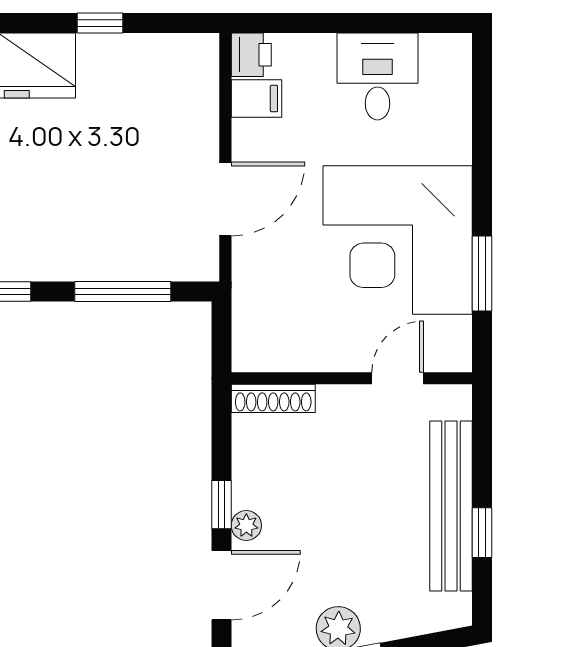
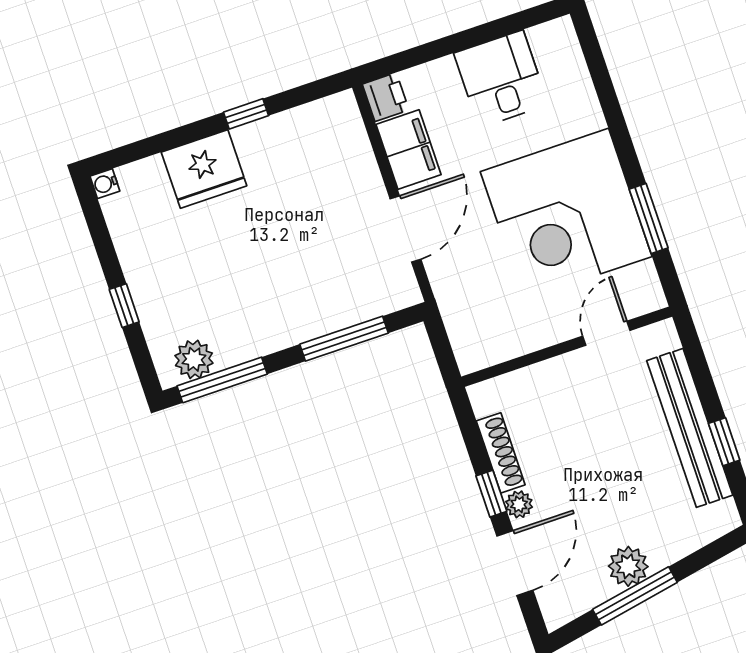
filing cabinet: (256, 99) -> (408, 150), width x2.00
shoe rack: (273, 398) -> (501, 453), moved, turned -90

